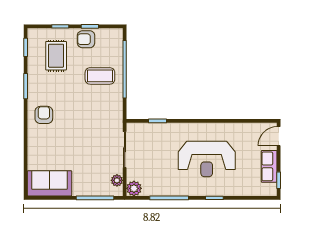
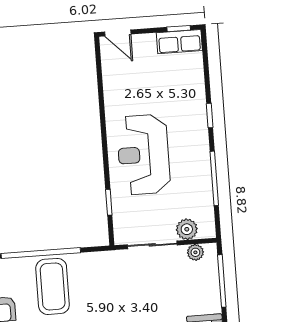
coffee table: (100, 76) -> (53, 286), width x1.36, depth x1.32
reception desk: (207, 159) -> (143, 155), moved, turned 180
row of seats: (269, 166) -> (179, 42), moved
plant: (134, 188) -> (187, 229), moved

